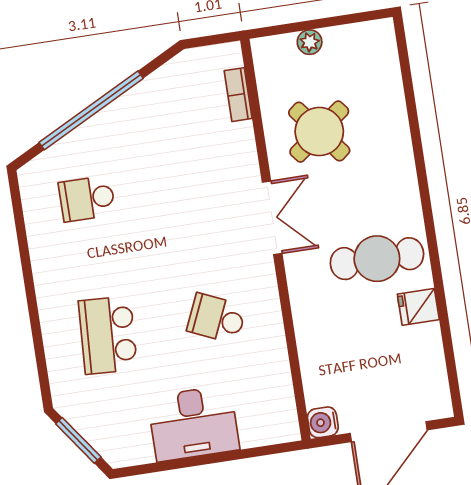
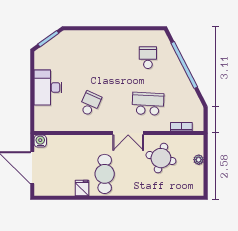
round table: (319, 132) -> (161, 158), turned -37
school desk: (108, 335) -> (148, 104), moved

